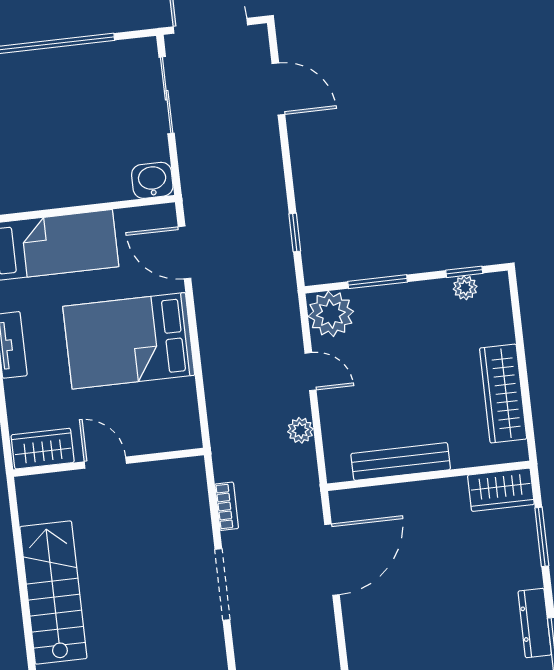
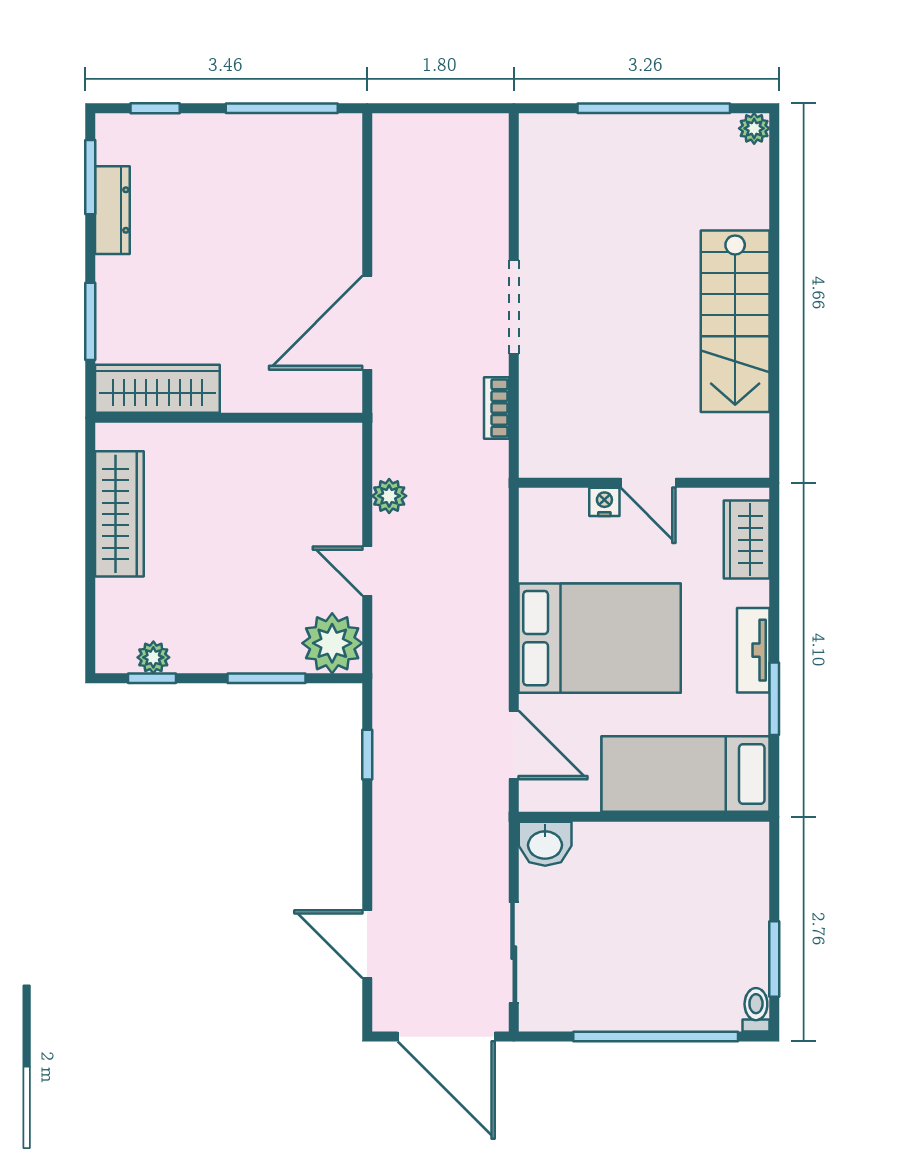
nightstand: (137, 444) -> (604, 502), added
wardrobe: (43, 449) -> (747, 540), moved, turned 90
bench: (401, 462) -> (263, 440), removed
wardrobe: (501, 490) -> (157, 389), width x1.50

